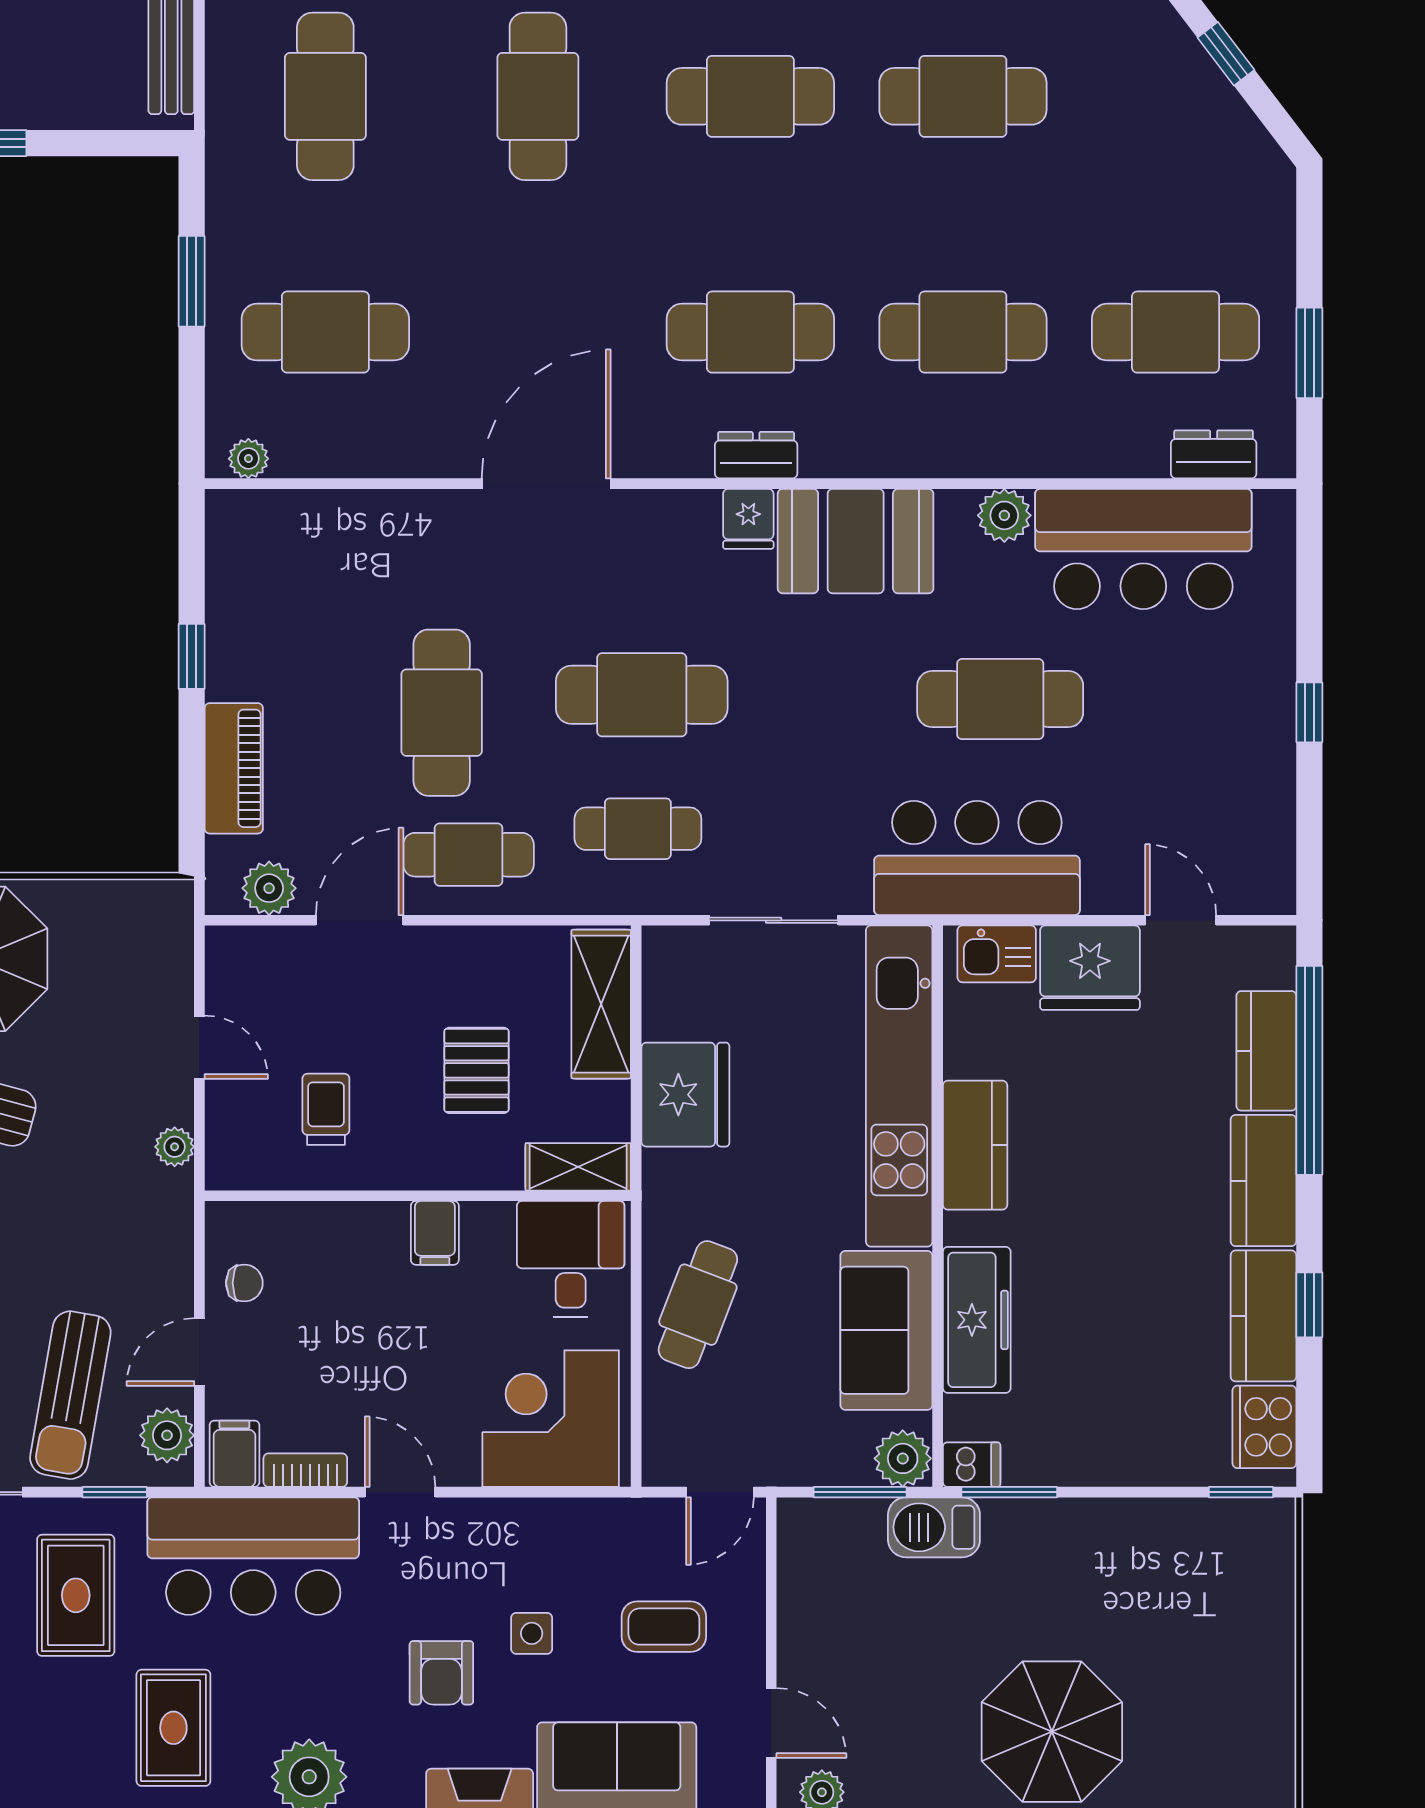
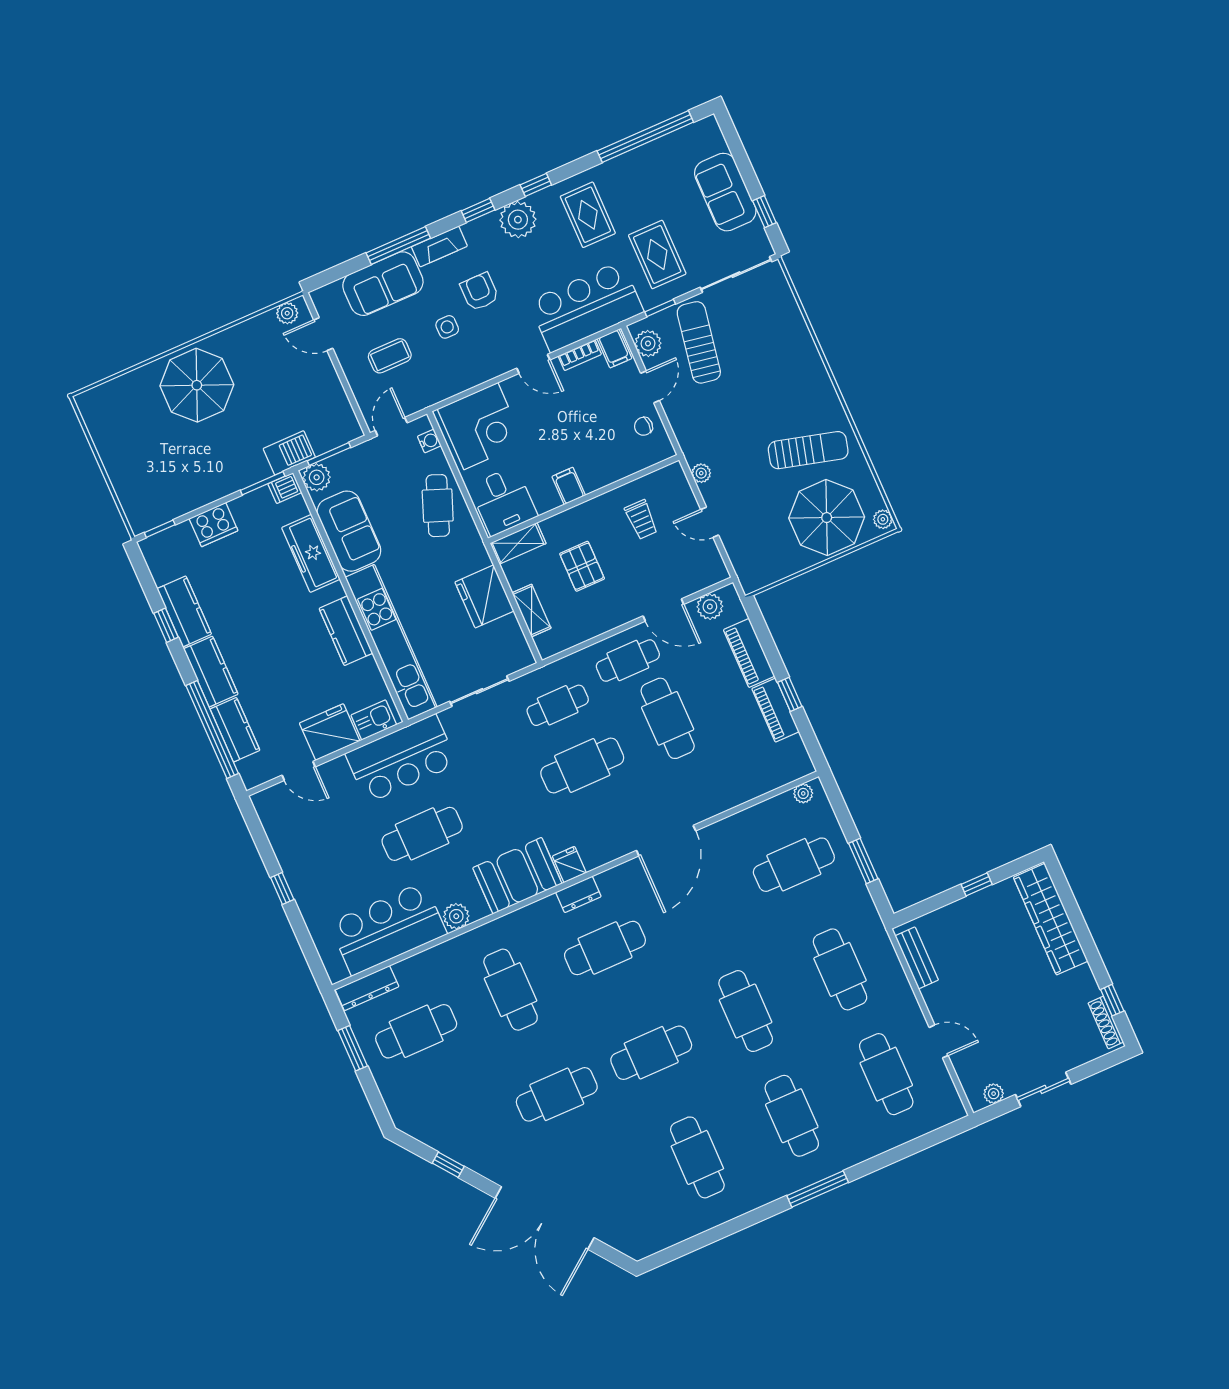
cafe table: (963, 332) -> (511, 990), turned 90
dresser: (1214, 454) -> (367, 988), width x1.44
piano: (232, 639) -> (775, 710), added
door: (360, 920) -> (663, 610), hinge flipped
shelving: (601, 1004) -> (531, 611), width x0.67, depth x0.75
cooker: (1264, 1427) -> (214, 525), moved, turned 90
water cooler: (660, 1433) -> (429, 441), added

